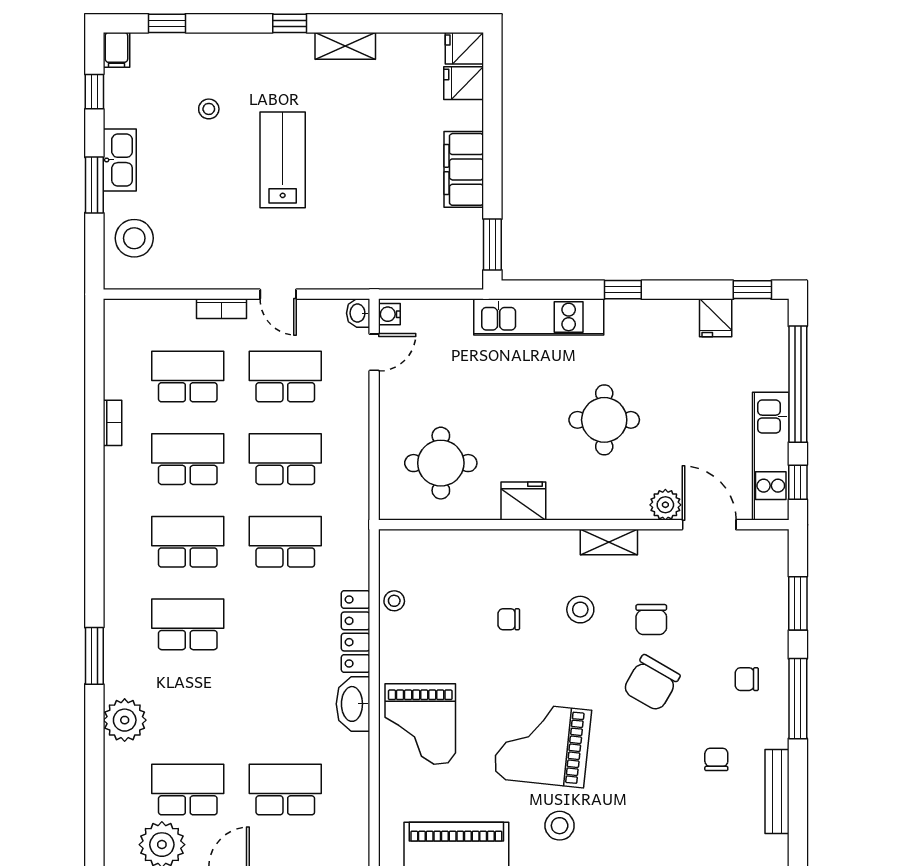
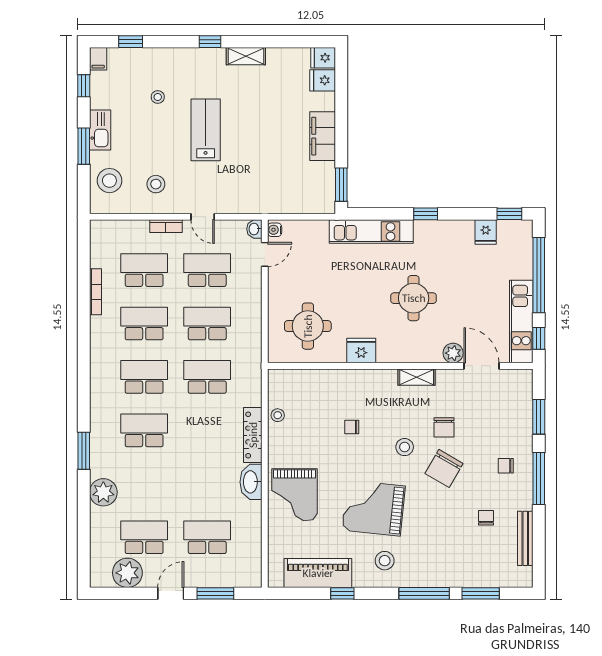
stool: (206, 244) -> (156, 184), added
bookcase: (112, 423) -> (95, 292), width x1.56
stool: (580, 610) -> (405, 447), moved

